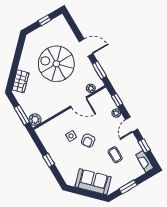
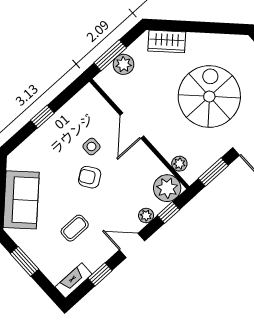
plant: (103, 98) -> (167, 188), added
door: (79, 102) -> (132, 126), moved
plant: (35, 120) -> (124, 64), moved

